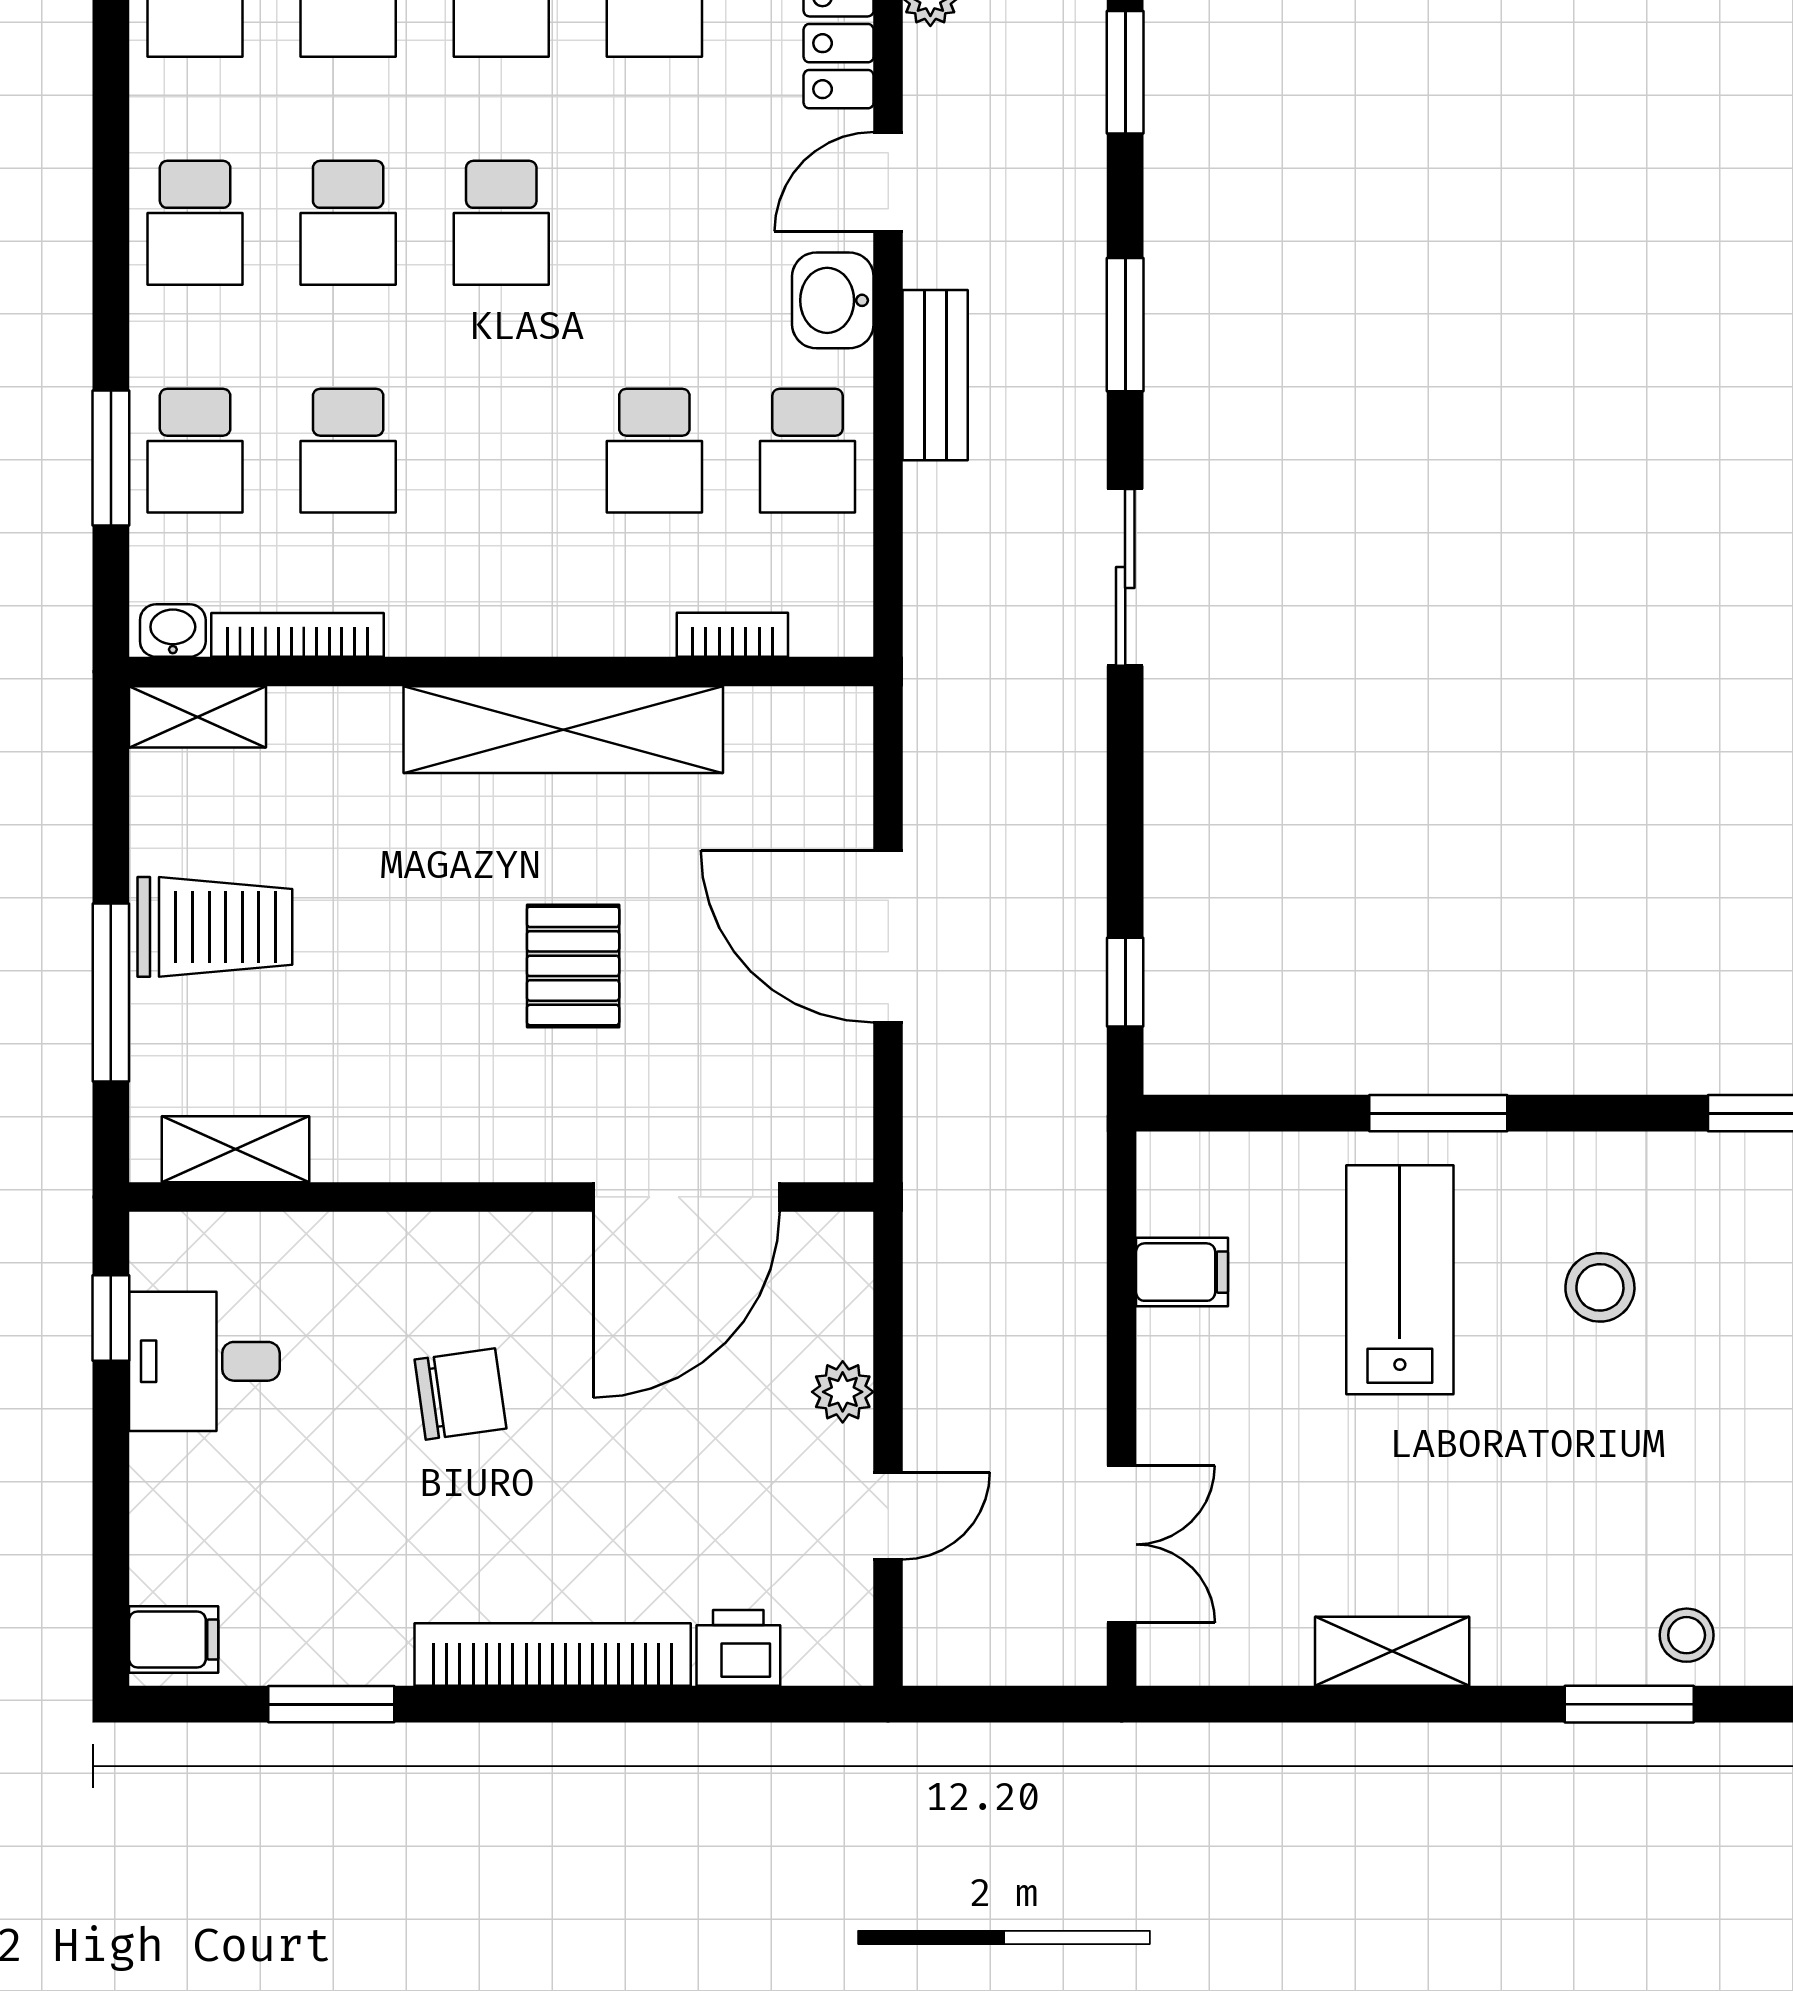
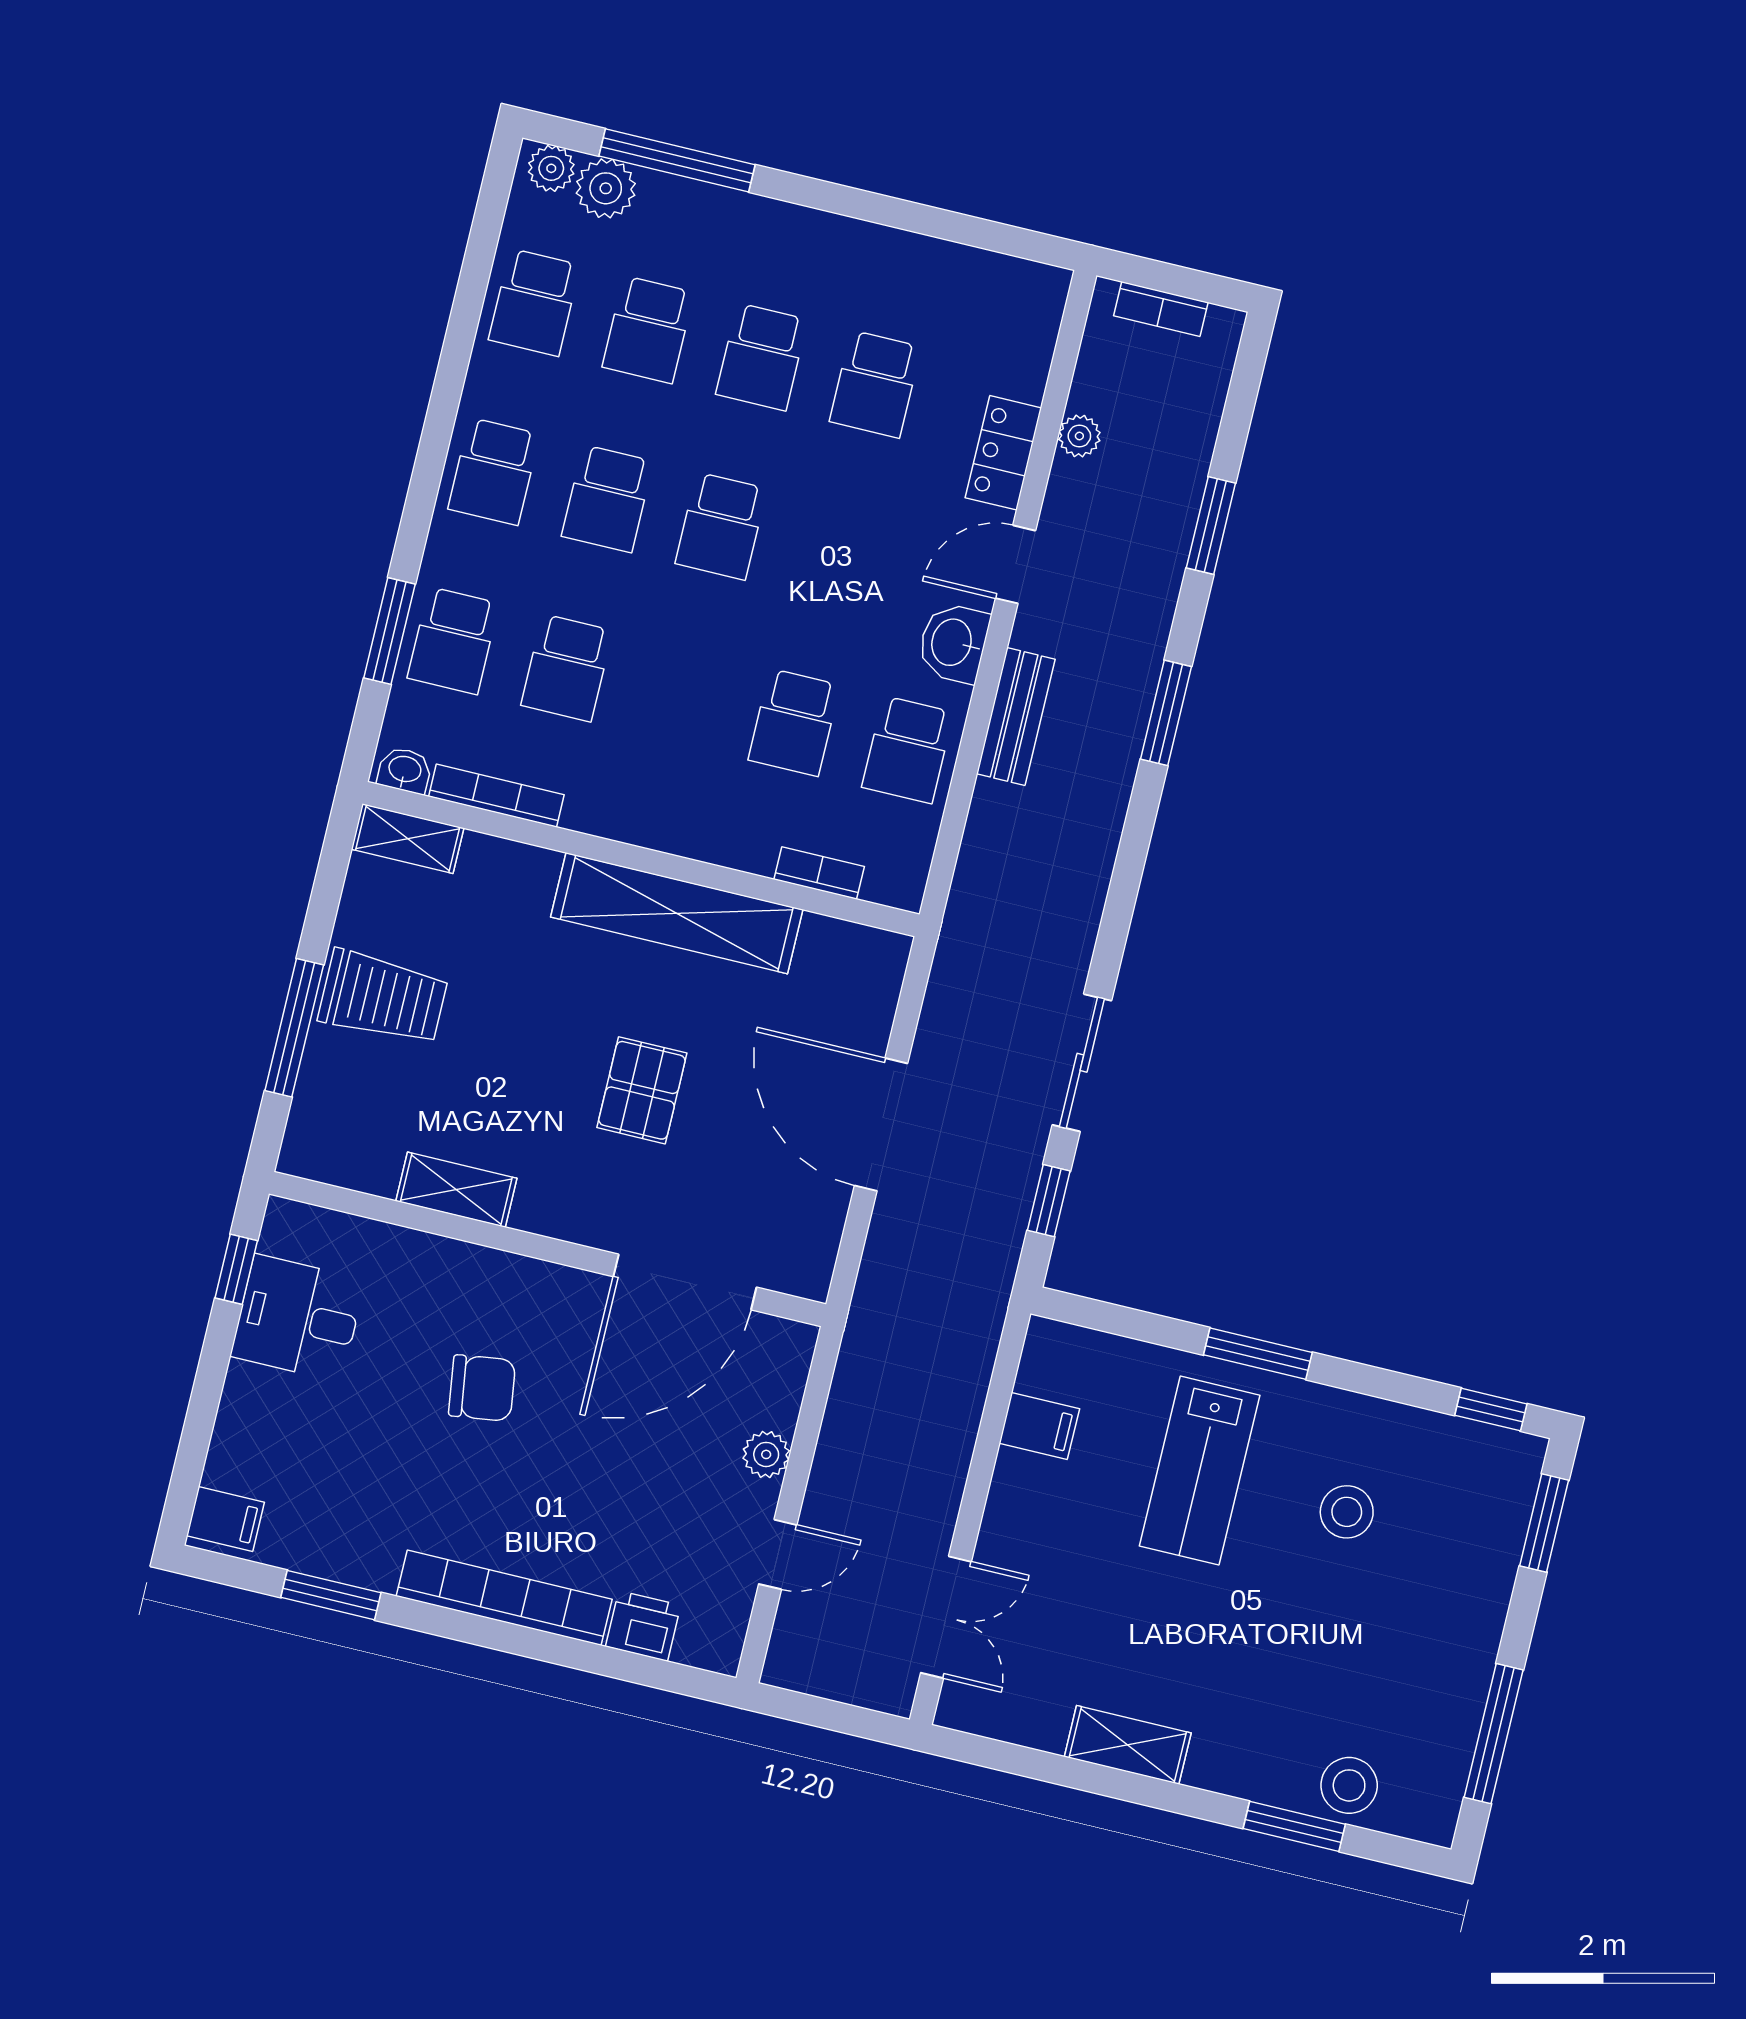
sliding door: (1125, 577) -> (1082, 1063), moved
shelving: (235, 1149) -> (456, 1190), moved
lab bench: (1400, 1280) -> (1200, 1471), turned 180
stool: (1687, 1635) -> (1349, 1785), width x1.37, depth x1.37

